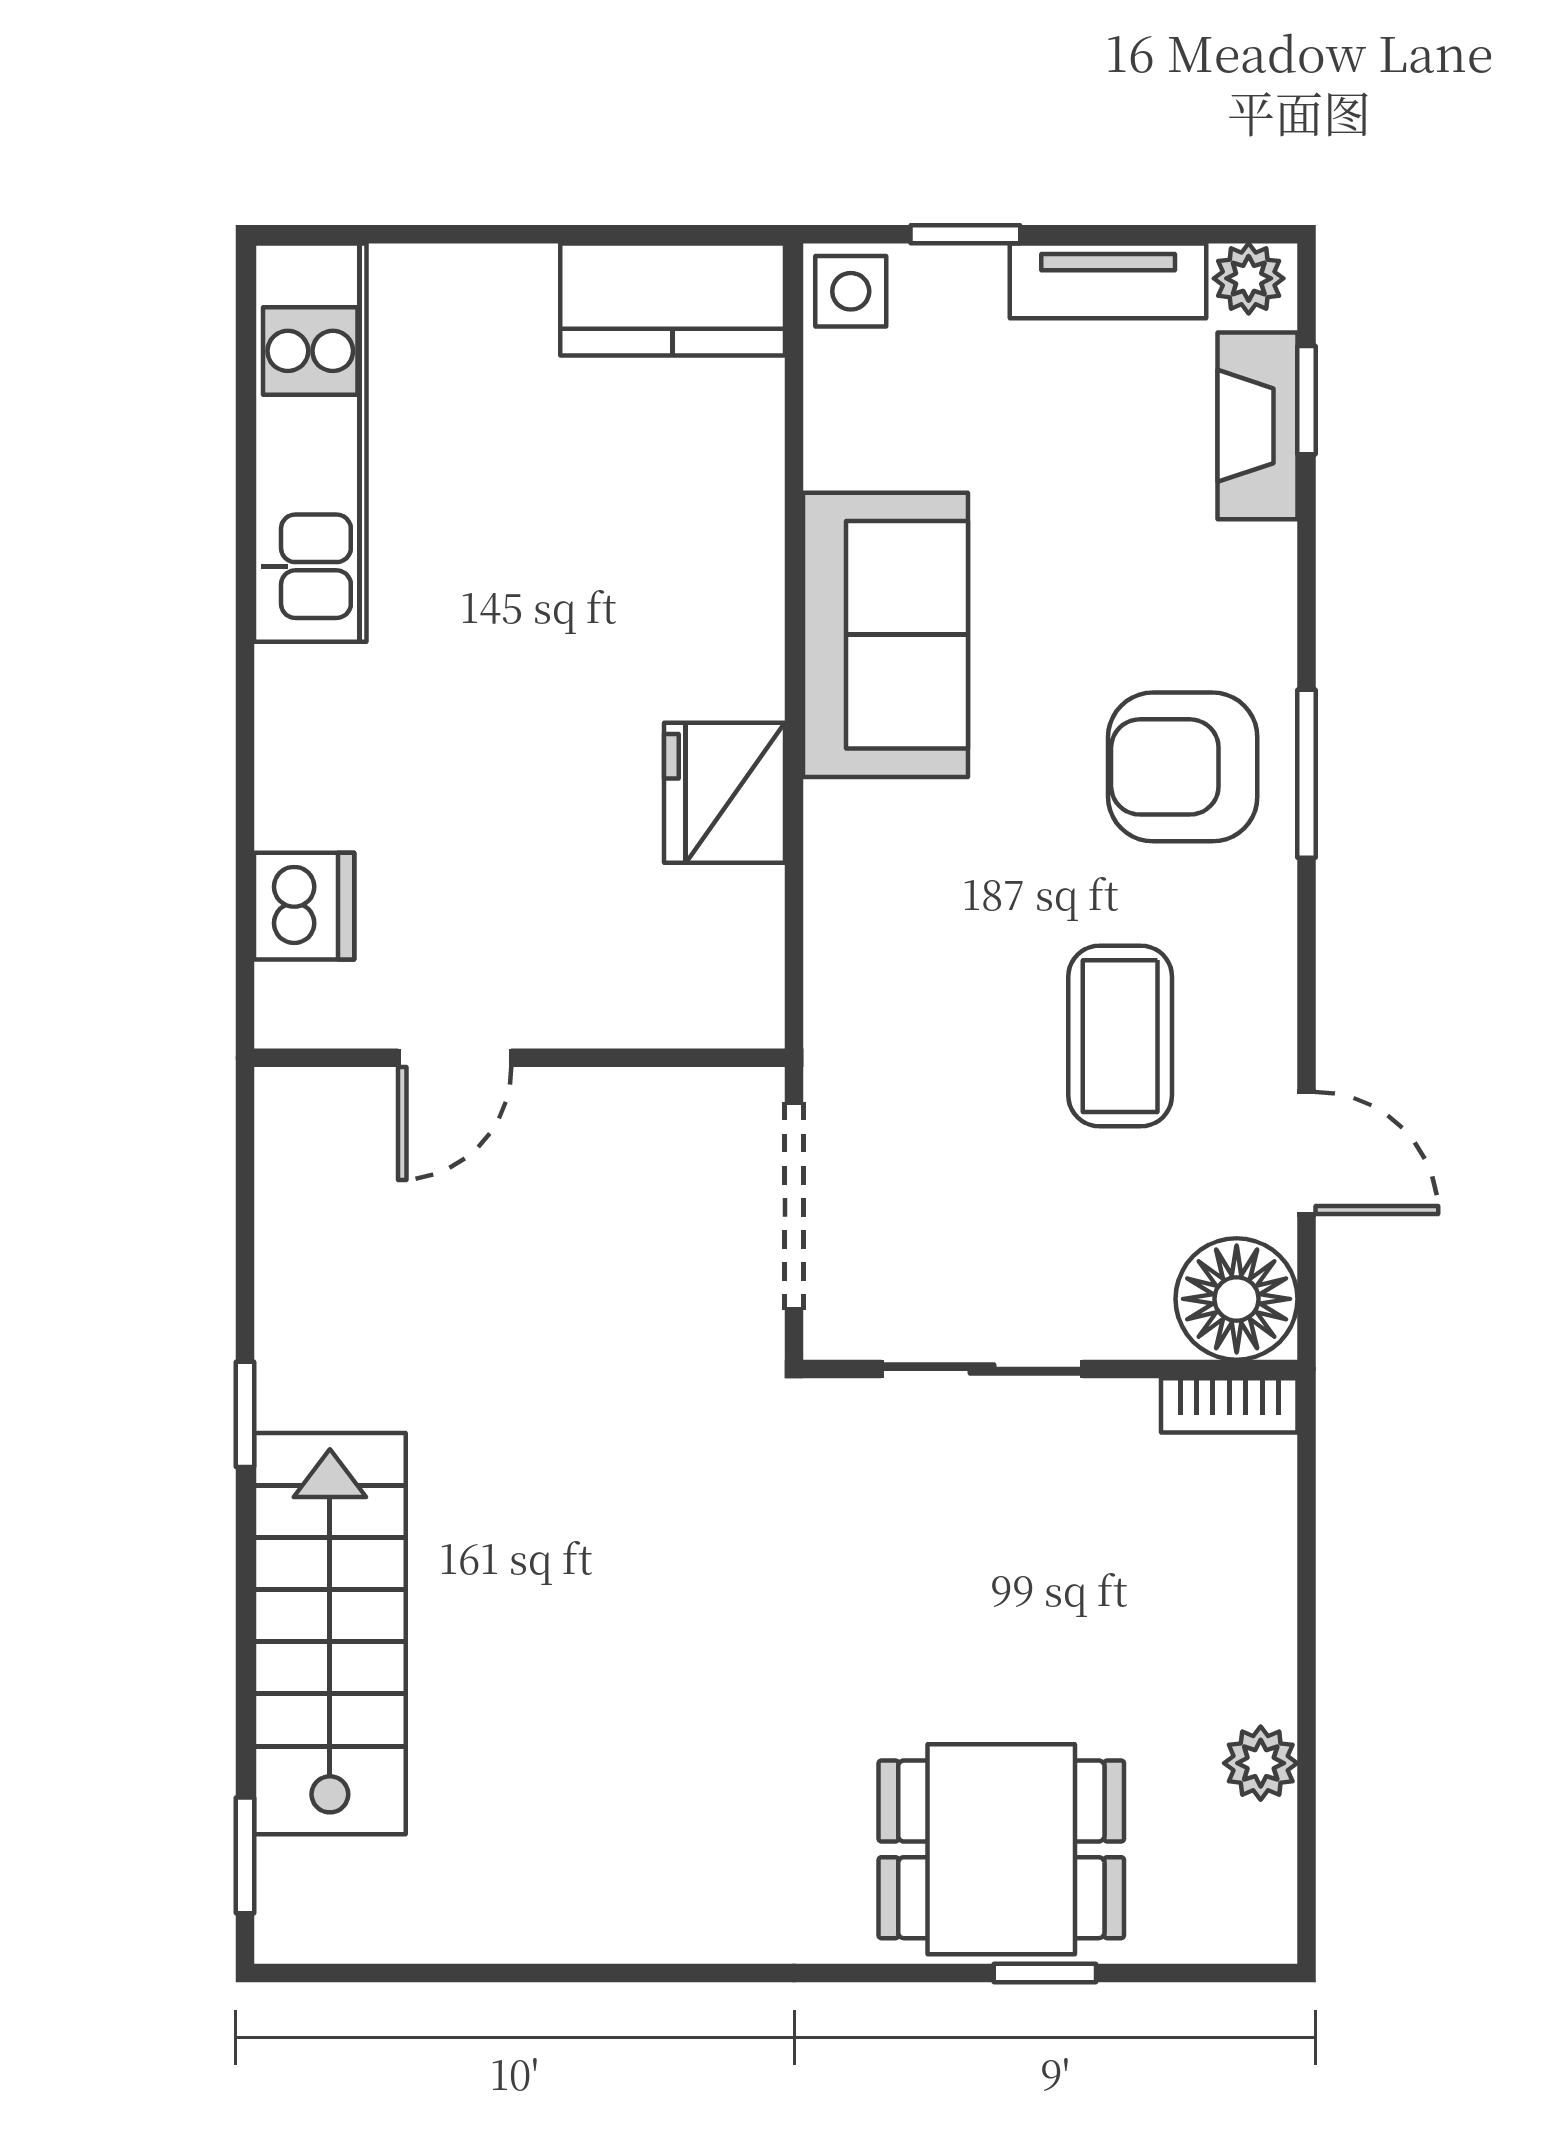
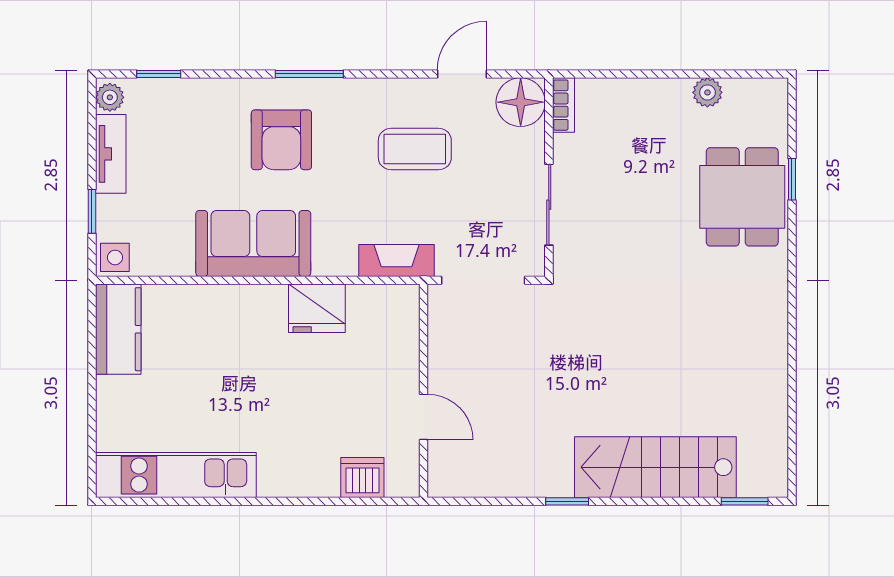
fireplace: (1257, 426) -> (397, 261), moved, turned 180
armchair: (1183, 767) -> (281, 140), moved

